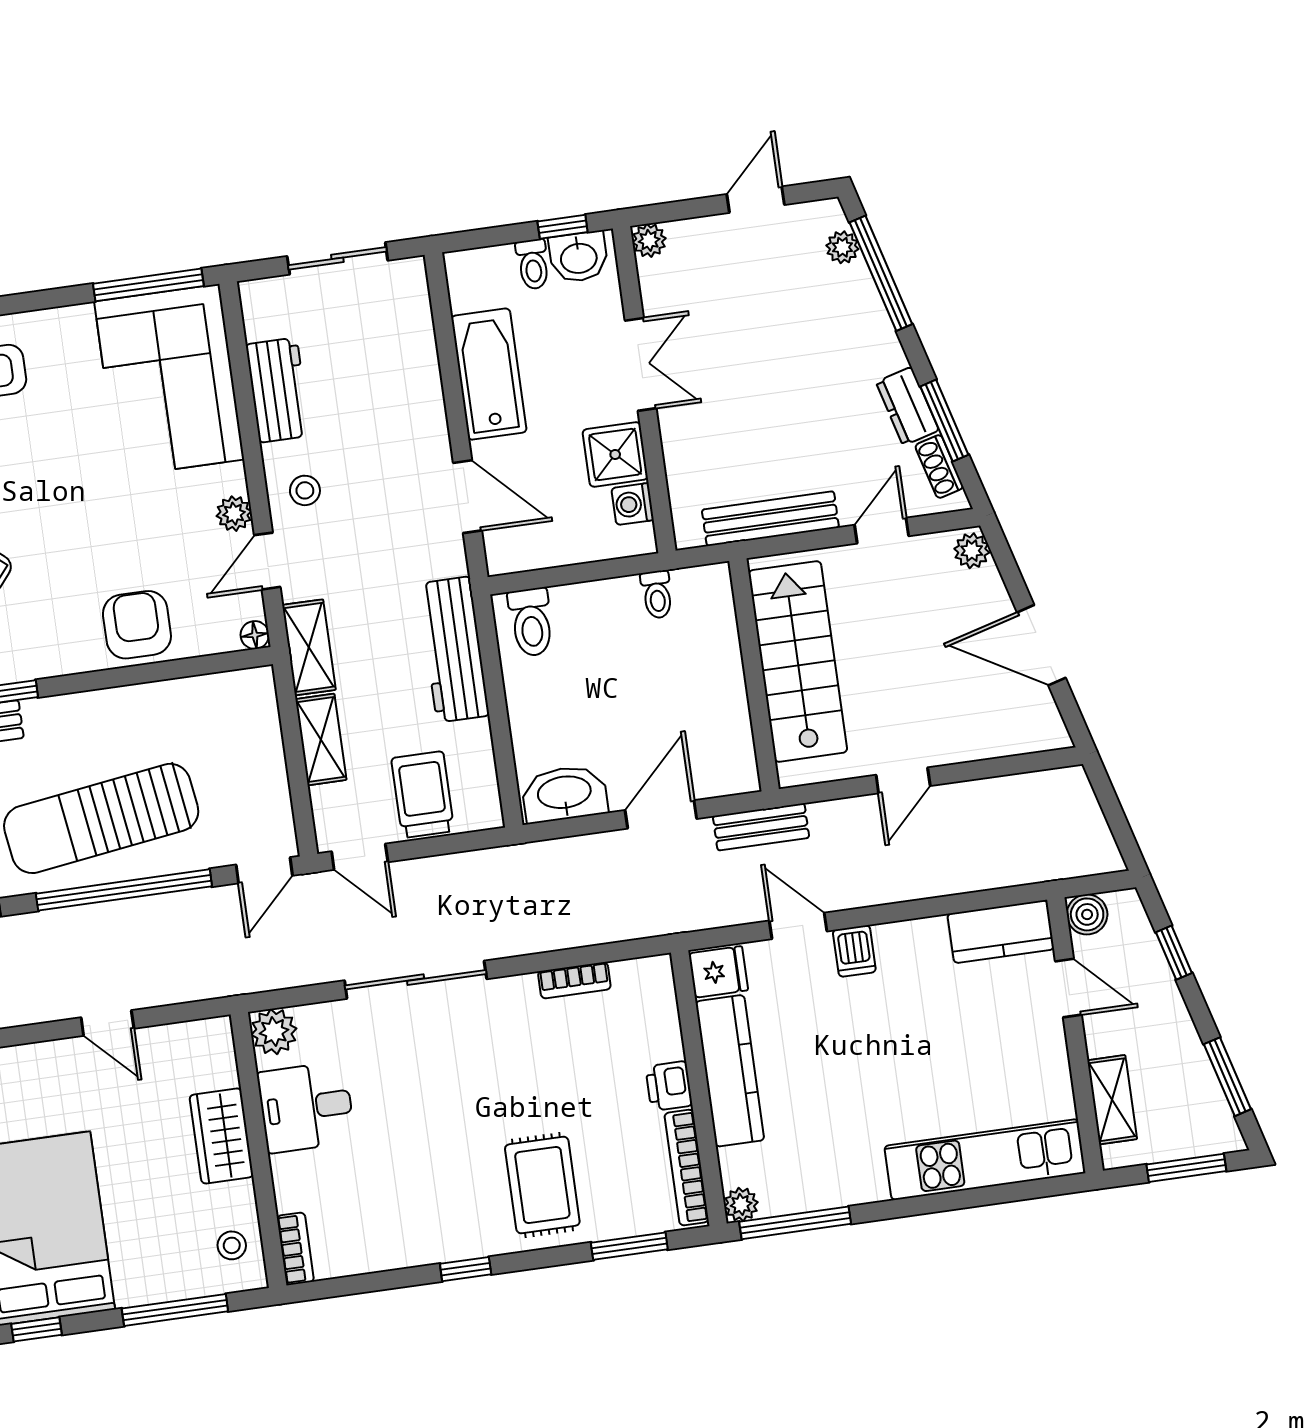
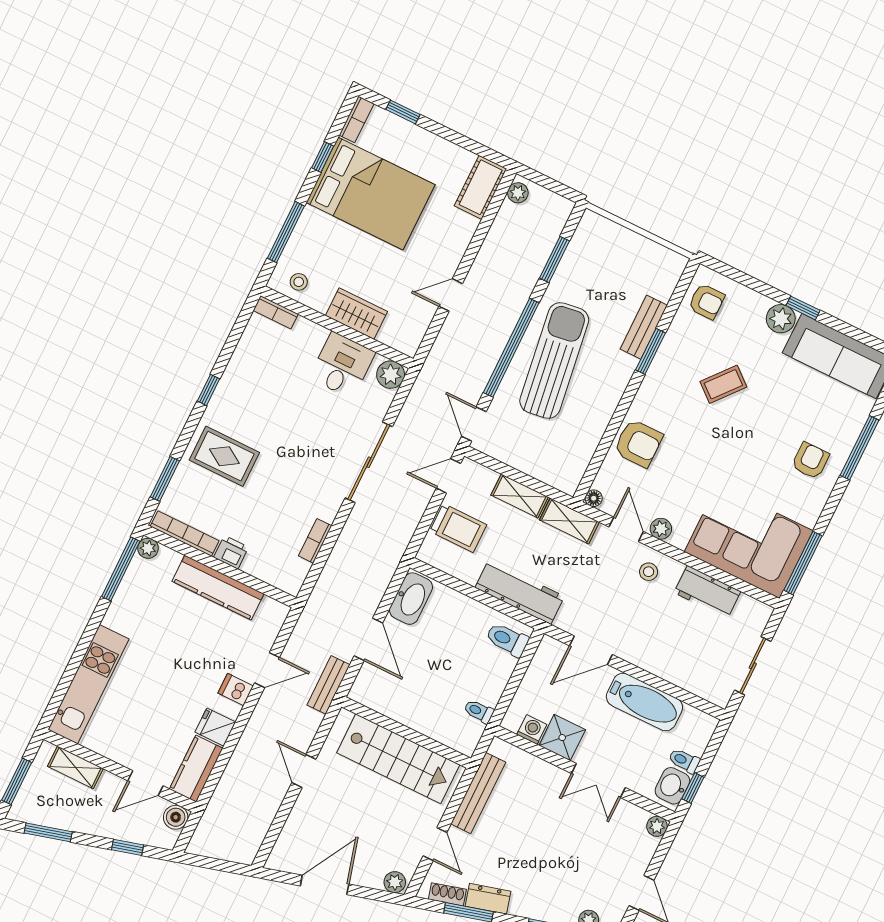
fridge: (718, 972) -> (215, 727), moved, turned 90

